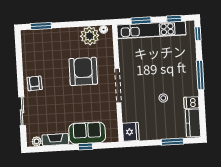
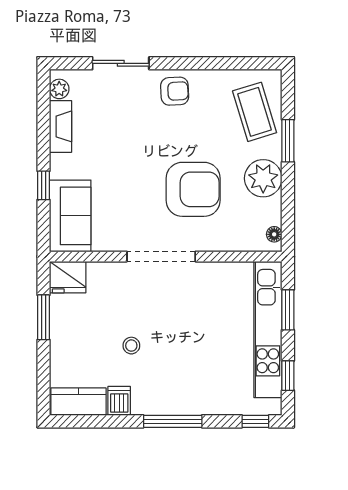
window: (41, 26) -> (288, 141), moved
plant: (90, 36) -> (263, 178), moved
coffee table: (43, 43) -> (255, 112), added
sofa: (87, 133) -> (70, 216), moved
window: (172, 142) -> (44, 317), moved

